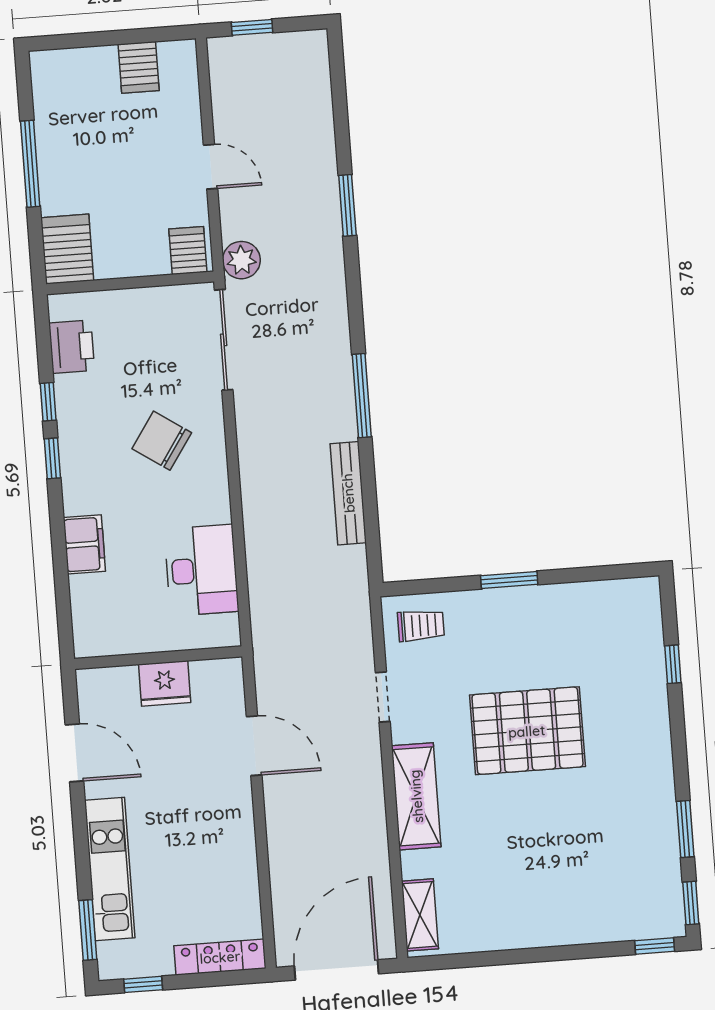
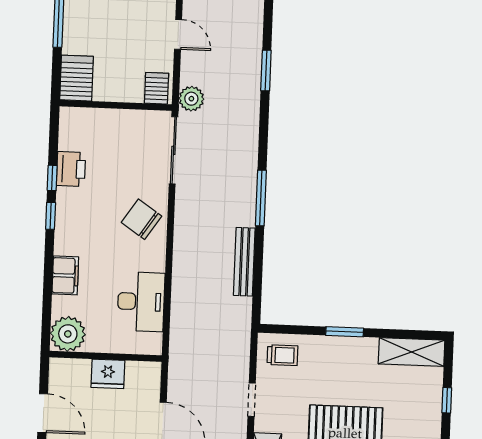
printer: (72, 347) -> (71, 169), moved
chair: (162, 441) -> (141, 219), moved
shelving: (612, 599) -> (412, 352), added
plant: (98, 631) -> (68, 334), added

